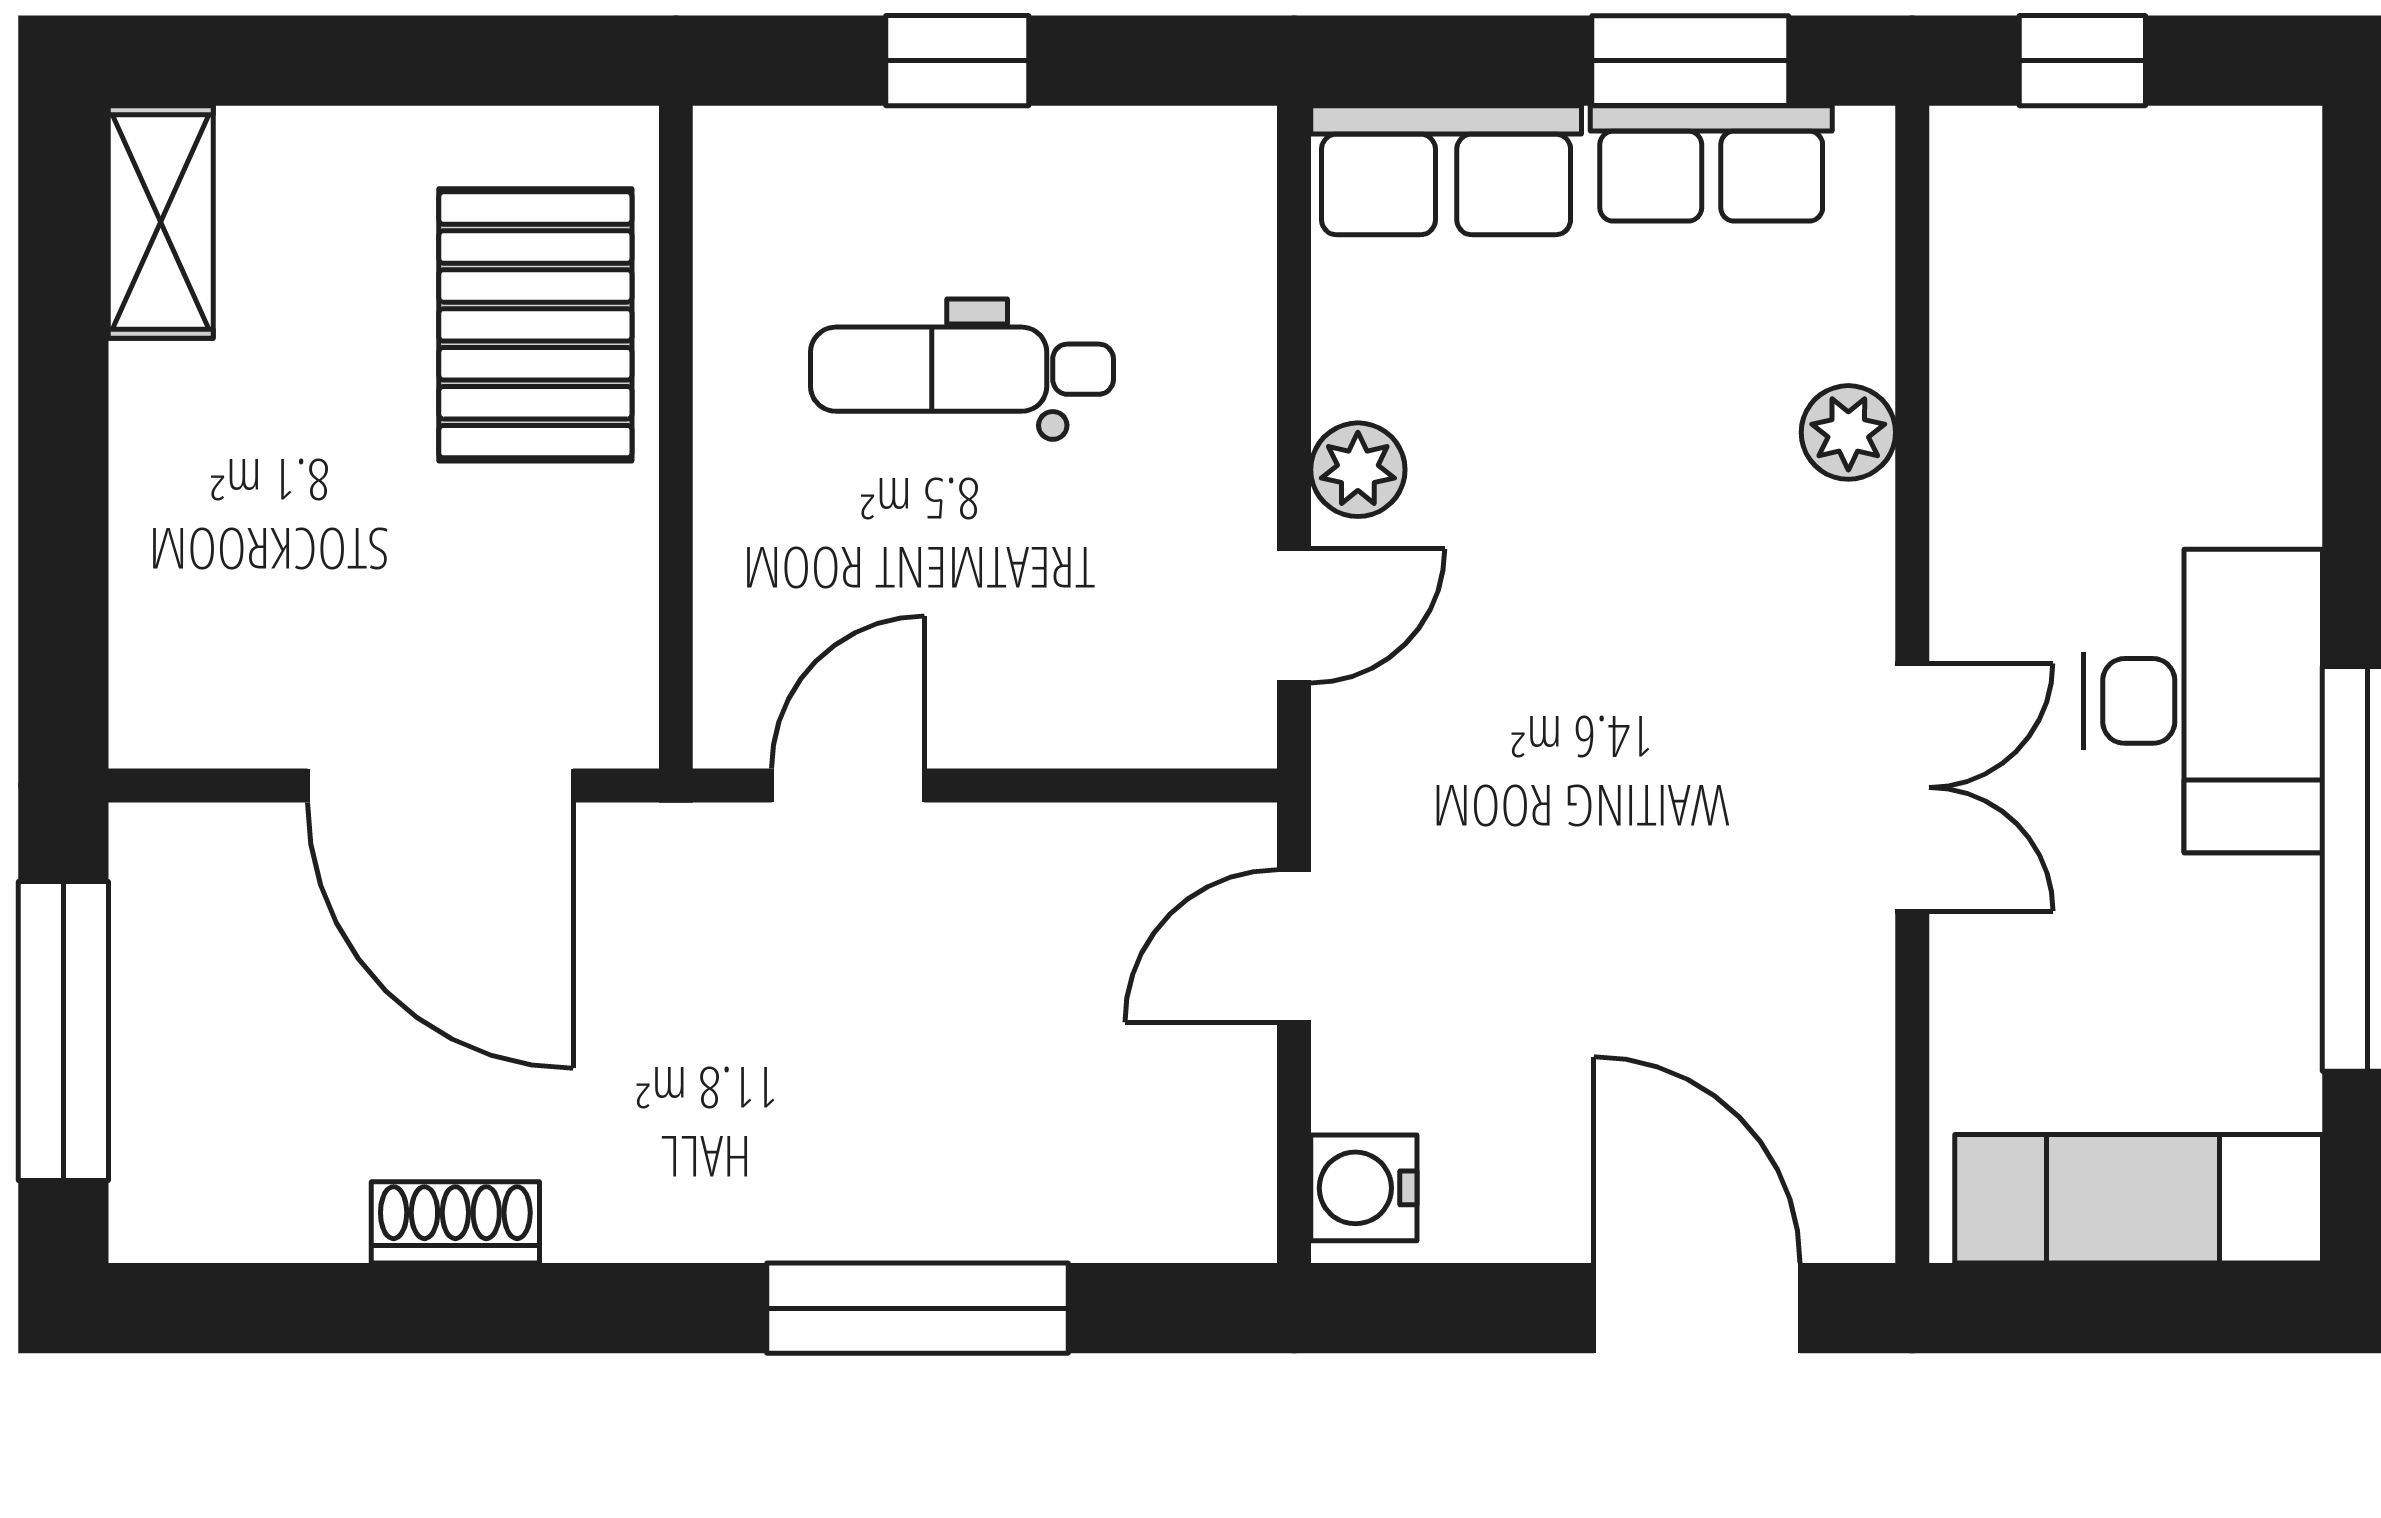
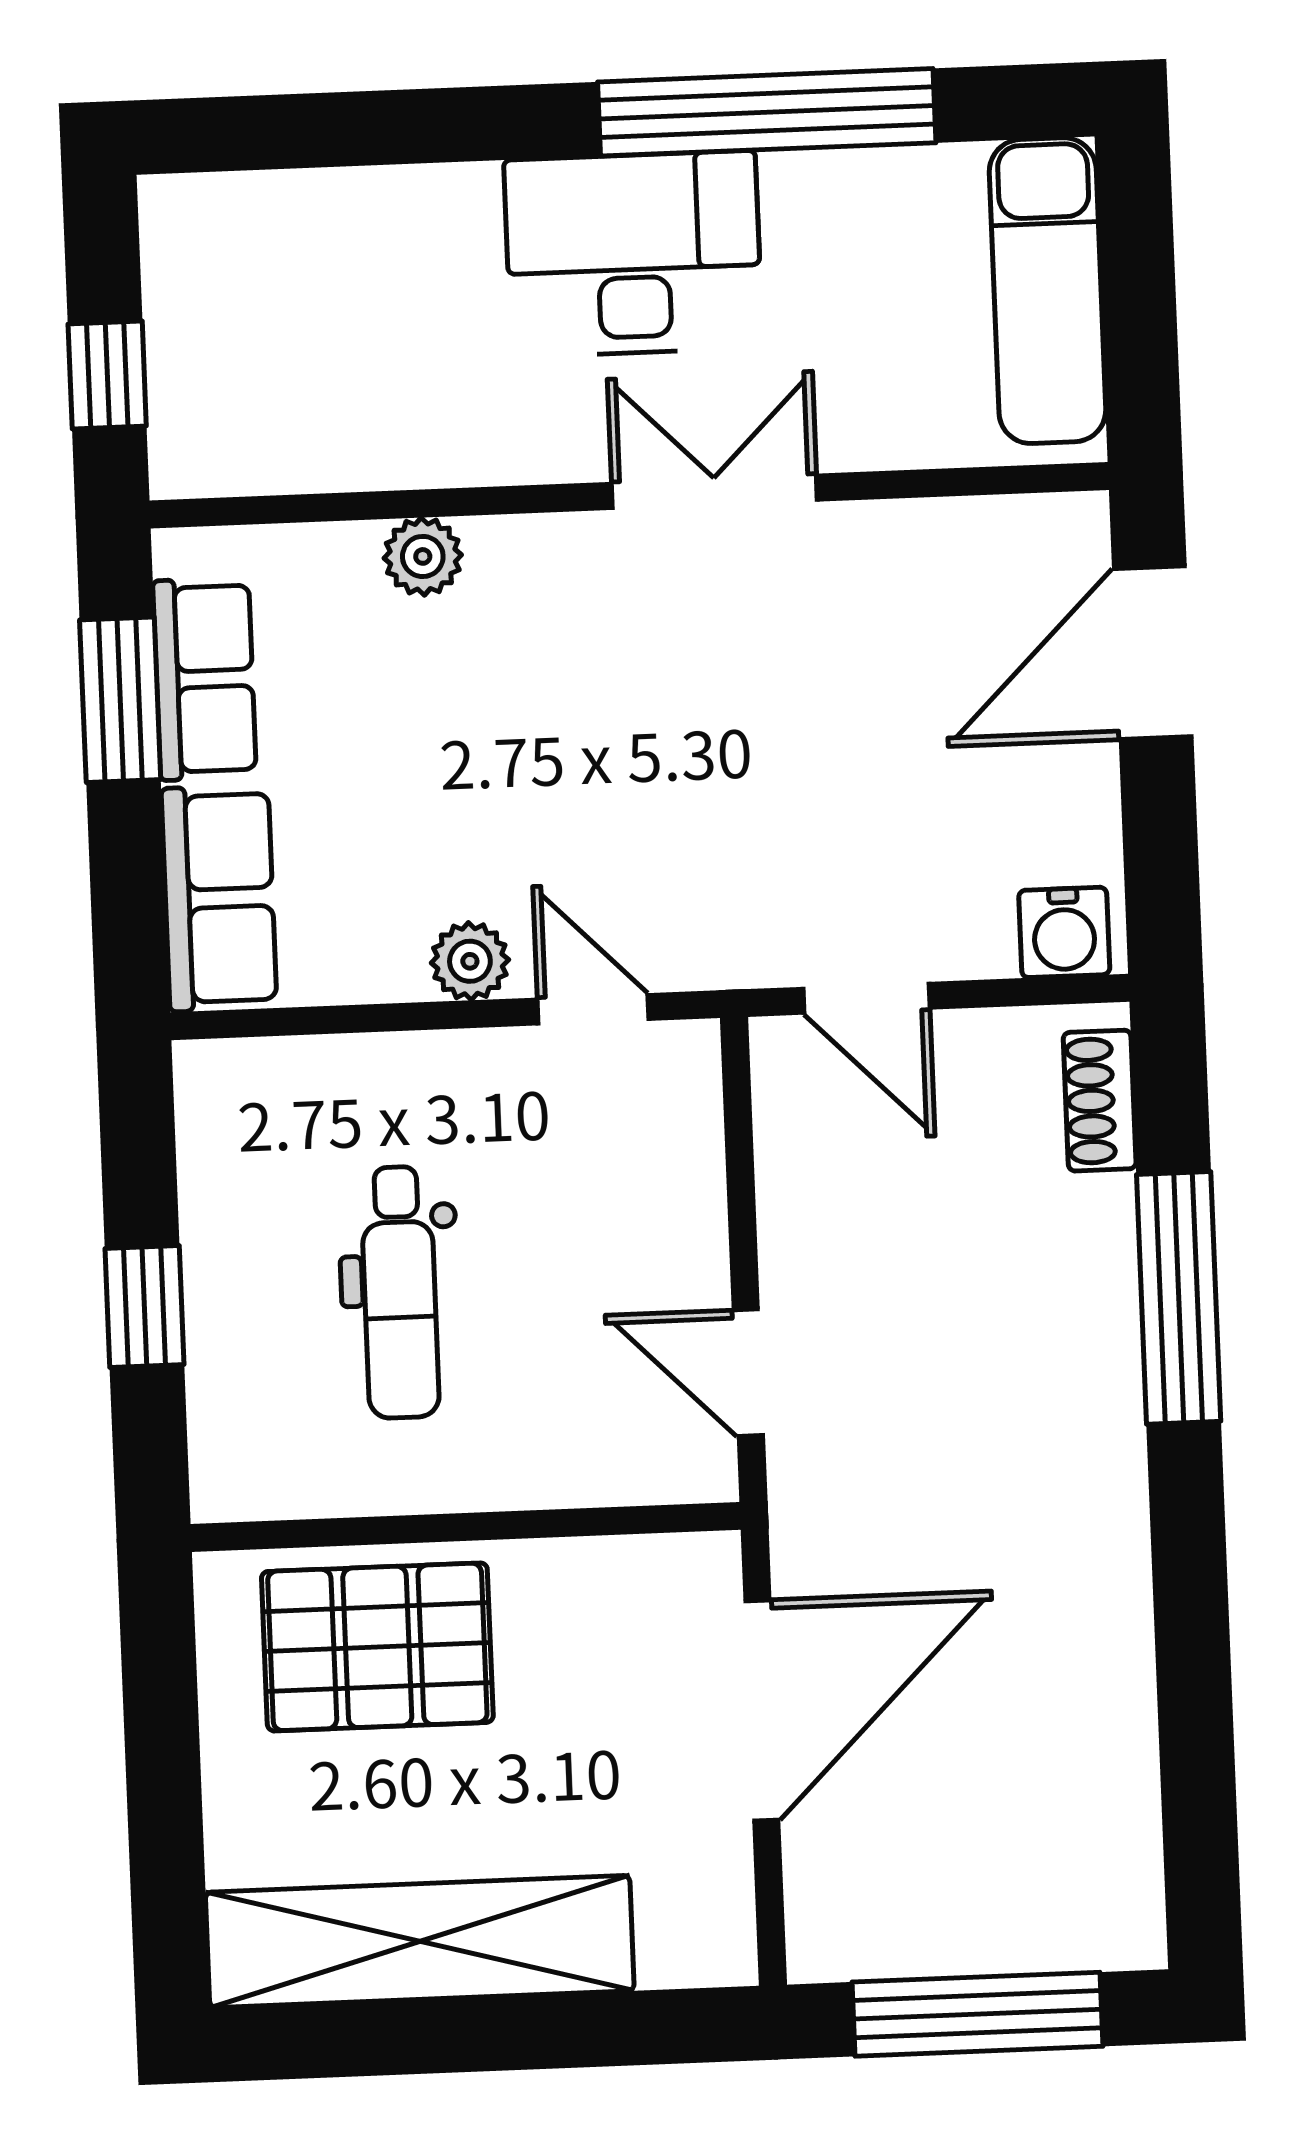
shelving: (161, 222) -> (420, 1941), width x2.20, depth x1.33
shoe rack: (455, 1222) -> (1100, 1101), moved

